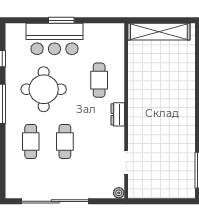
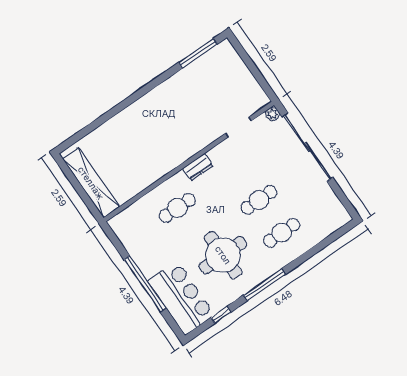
window: (61, 20) -> (145, 284), width x2.11
bar counter: (55, 39) -> (181, 298), moved
sliding door: (55, 201) -> (307, 147), moved

